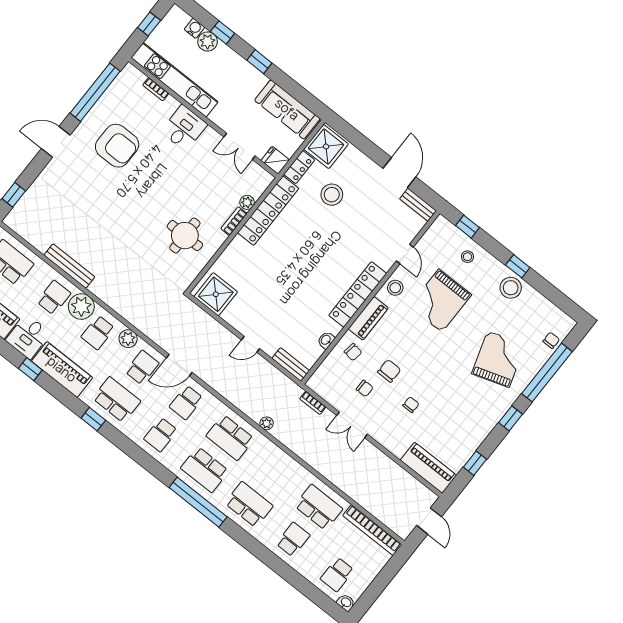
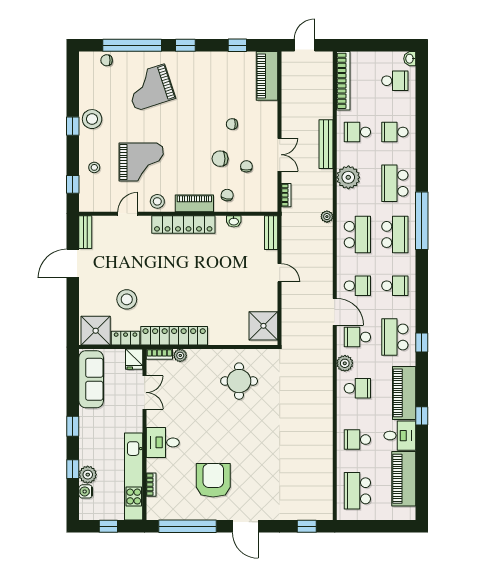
bookcase: (234, 221) -> (159, 354), moved
bench: (69, 266) -> (326, 144), moved
plant: (81, 306) -> (348, 177), moved
school desk: (318, 507) -> (357, 132), width x0.54

